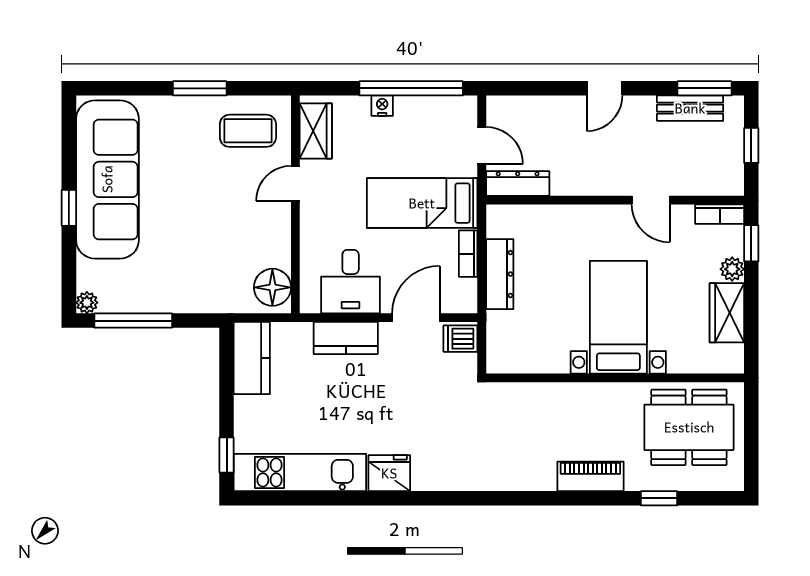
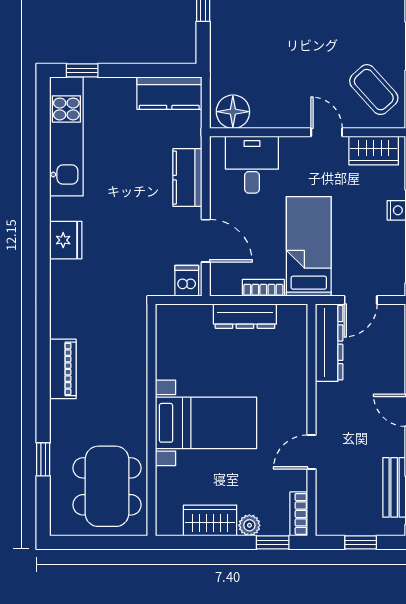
coffee table: (248, 131) -> (374, 90), turned -42
dresser: (518, 183) -> (329, 343), width x1.37, depth x1.24
desk: (351, 282) -> (252, 165), moved, turned 90
fridge: (389, 473) -> (66, 240), moved
piano: (590, 476) -> (63, 369), moved

